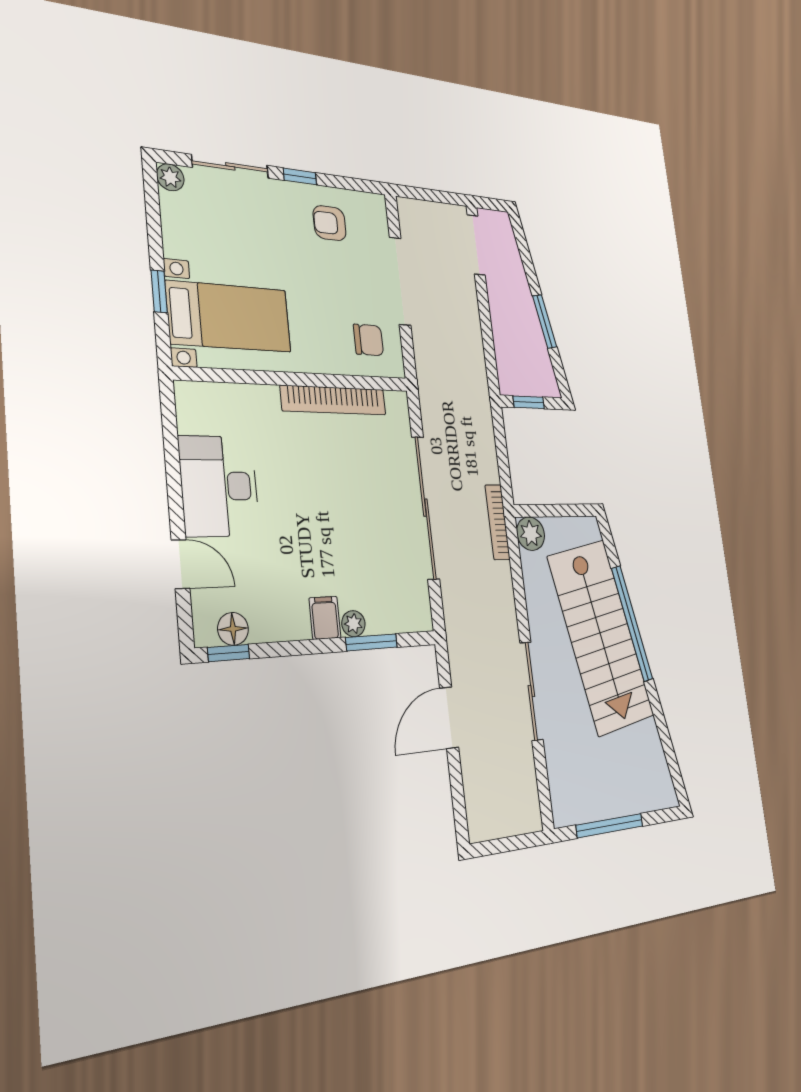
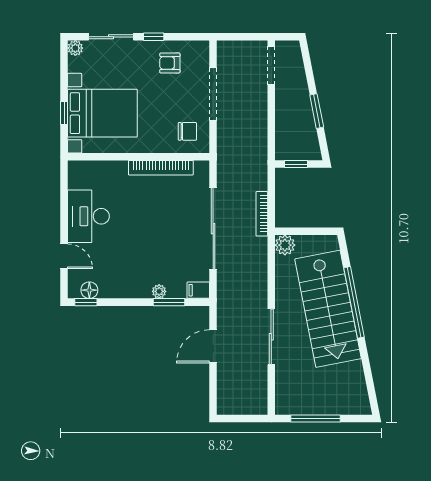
bed with nightstands: (229, 317) -> (102, 113), width x1.36
bookcase: (498, 522) -> (262, 214), moved
filing cabinet: (325, 618) -> (198, 290), moved, turned -90

